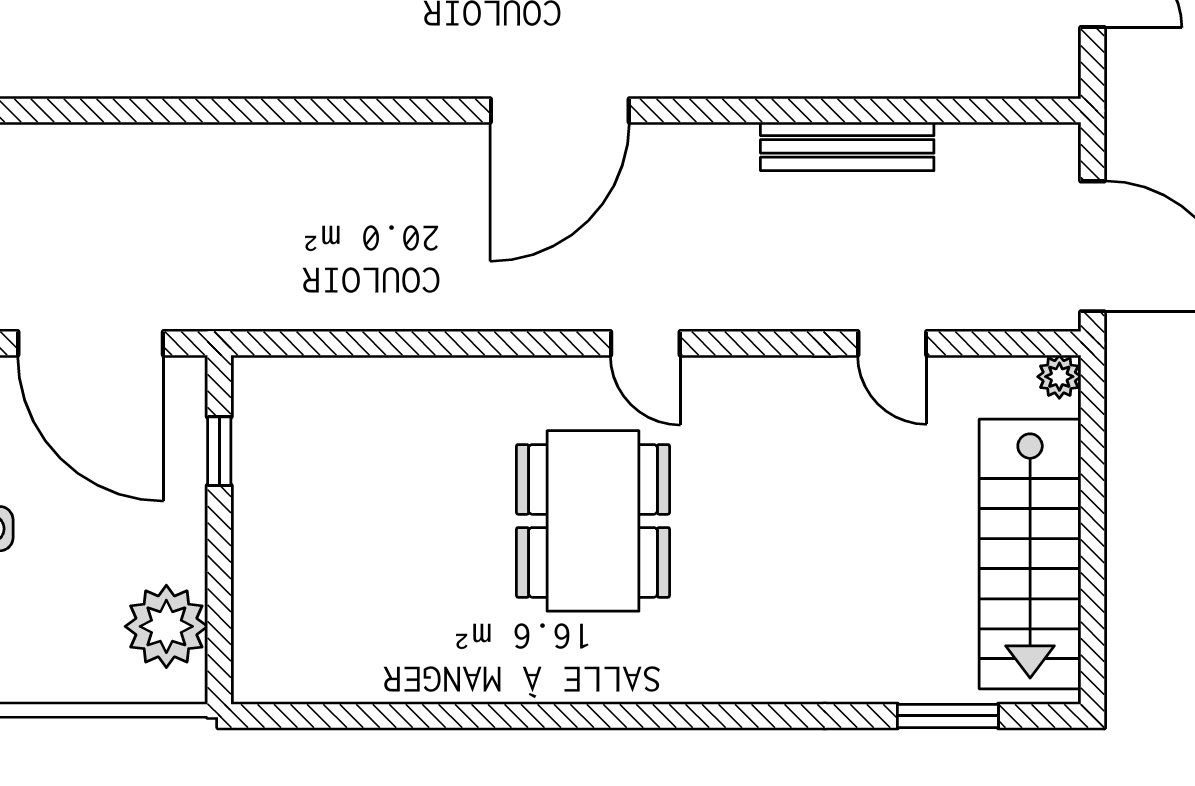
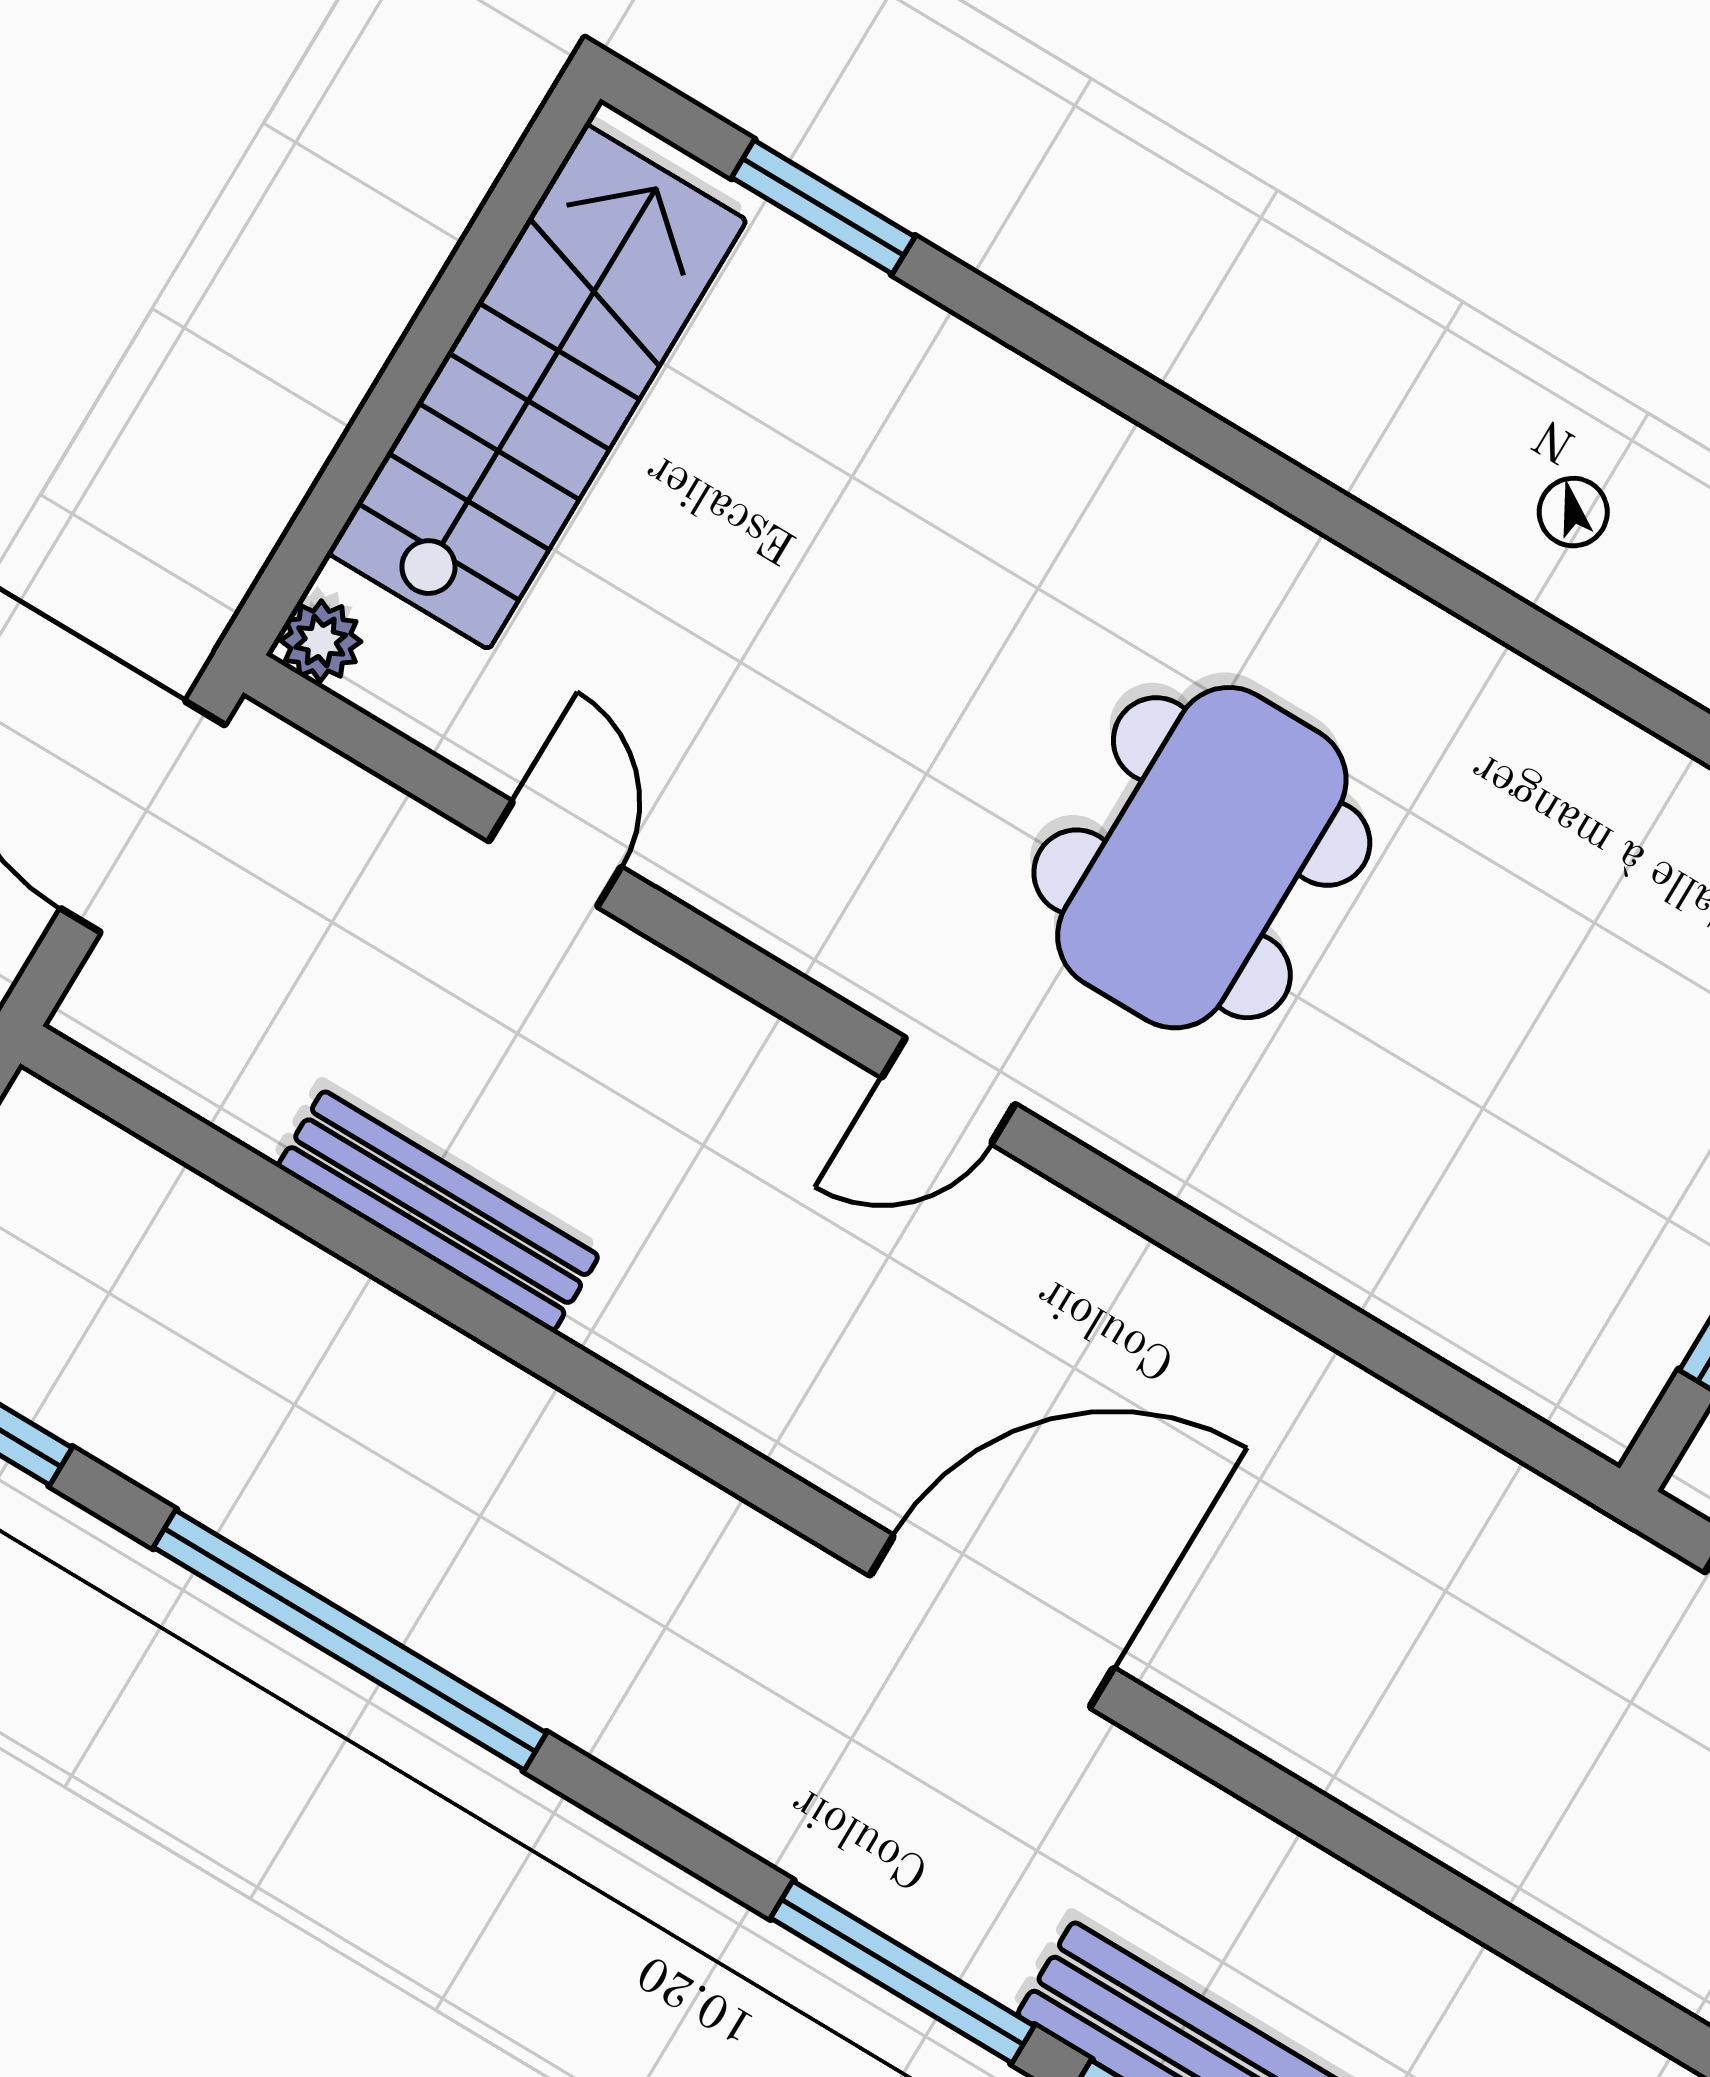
door: (560, 110) -> (992, 1622), moved
door: (645, 343) -> (949, 1091), swing flipped

